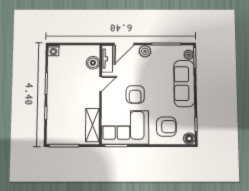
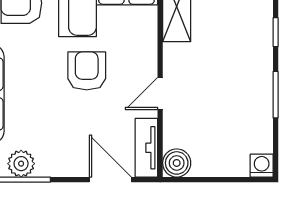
door: (124, 44) -> (110, 180), hinge flipped
plant: (145, 51) -> (21, 164), moved
boiler: (93, 63) -> (177, 163), moved

